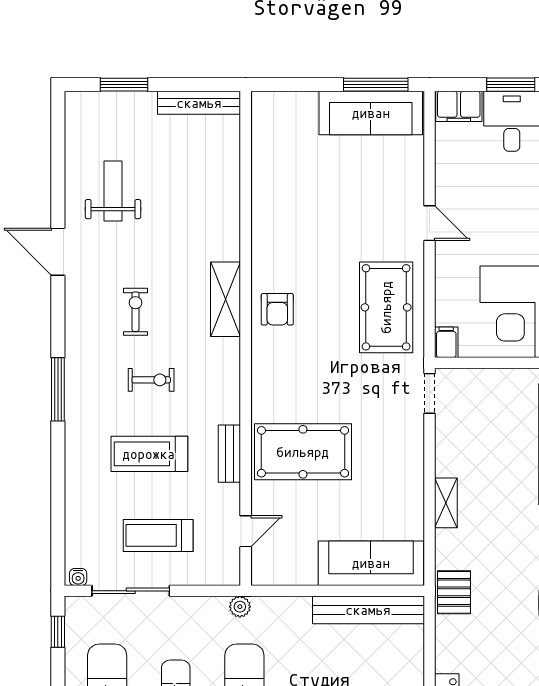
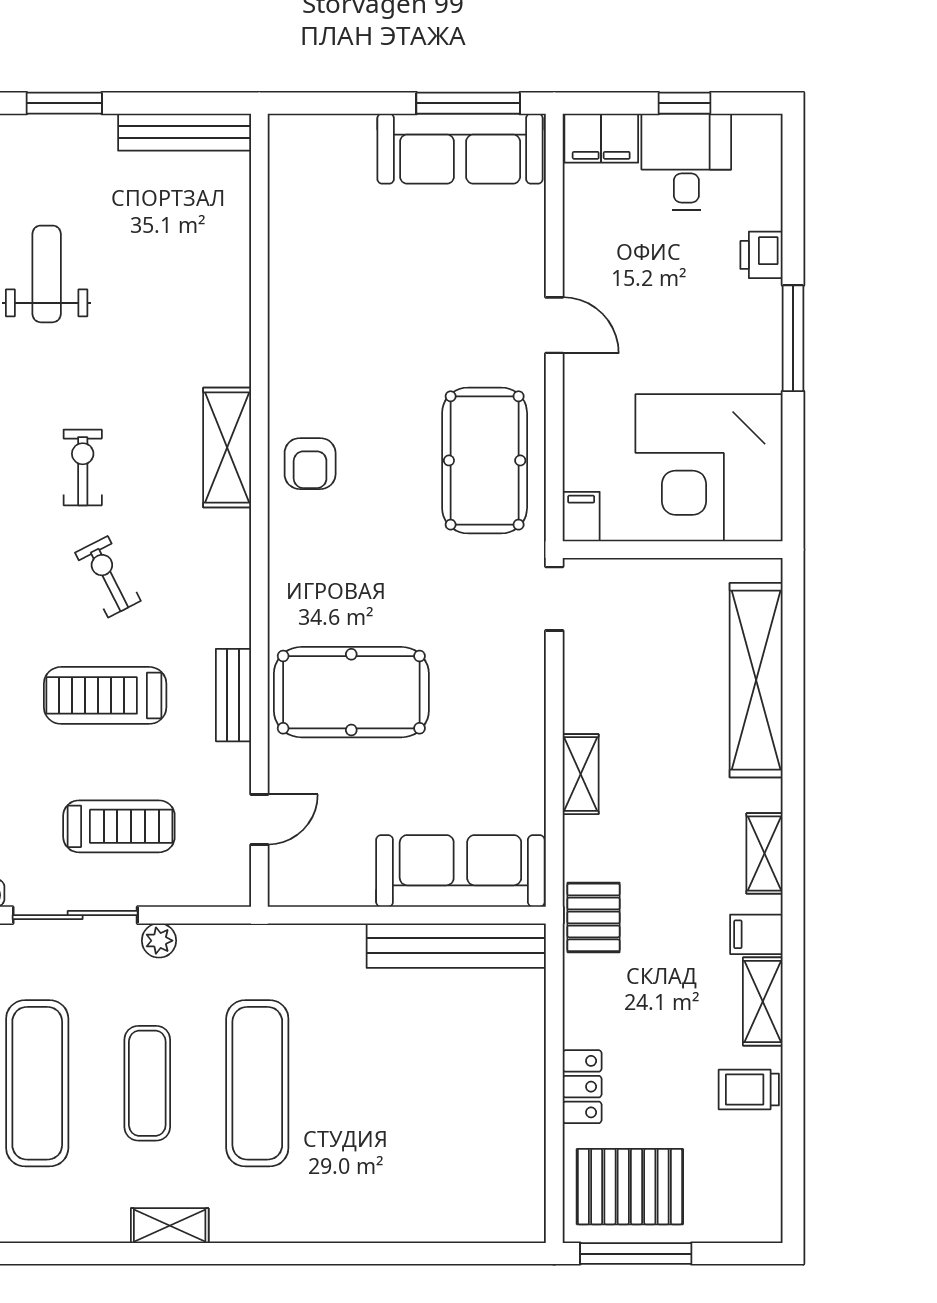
window: (511, 85) -> (685, 103), width x0.67
exercise bike: (151, 380) -> (108, 577), turned -117
treadmill: (158, 535) -> (119, 826), turned 180
plant: (240, 607) -> (159, 941), moved

